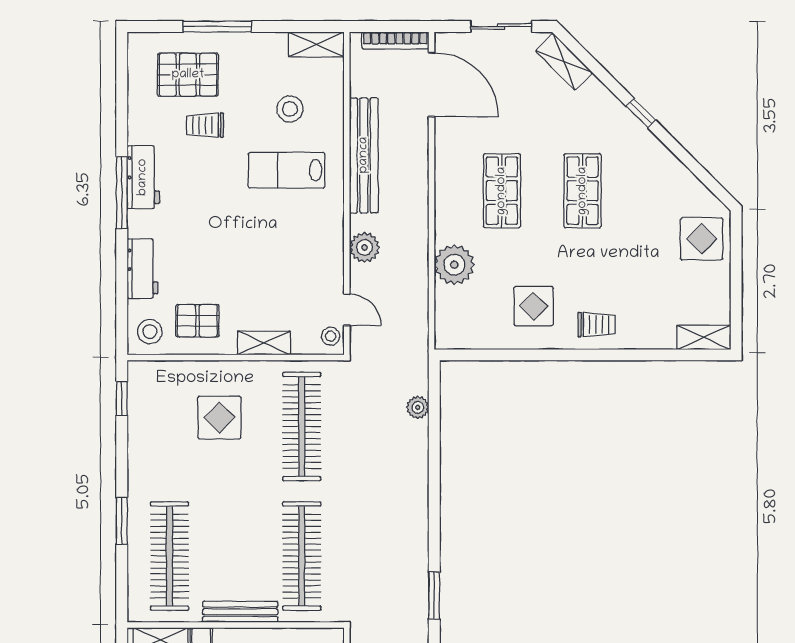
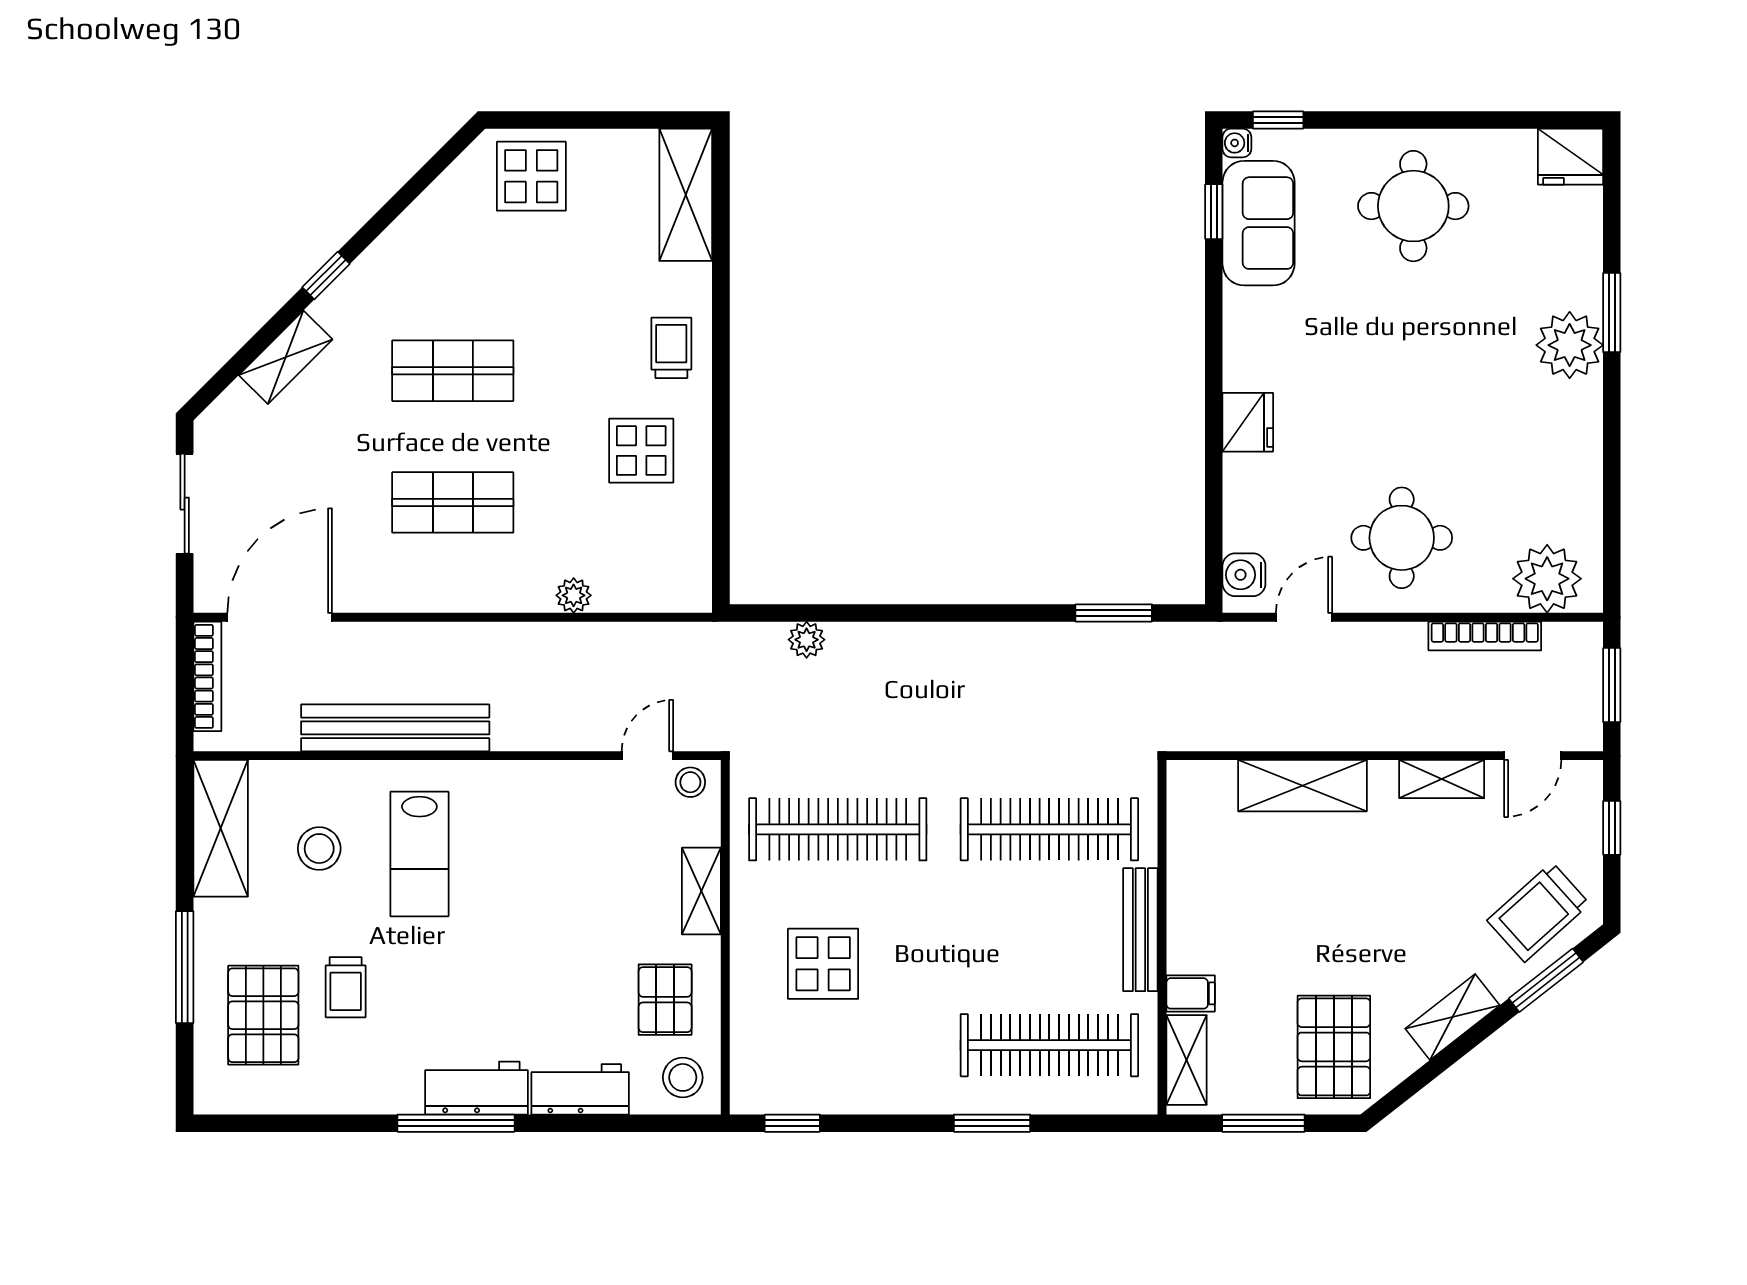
shelving: (316, 44) -> (221, 828), width x1.50, depth x1.33
shelving: (564, 62) -> (286, 357), moved
workbench: (143, 177) -> (476, 1088), moved
plant: (365, 247) -> (545, 727), removed
plant: (454, 265) -> (574, 595), width x0.53, depth x0.53
shelving: (704, 337) -> (686, 195), width x1.50, depth x1.33

